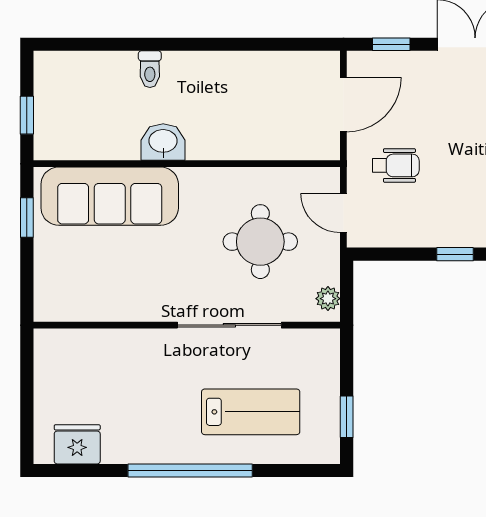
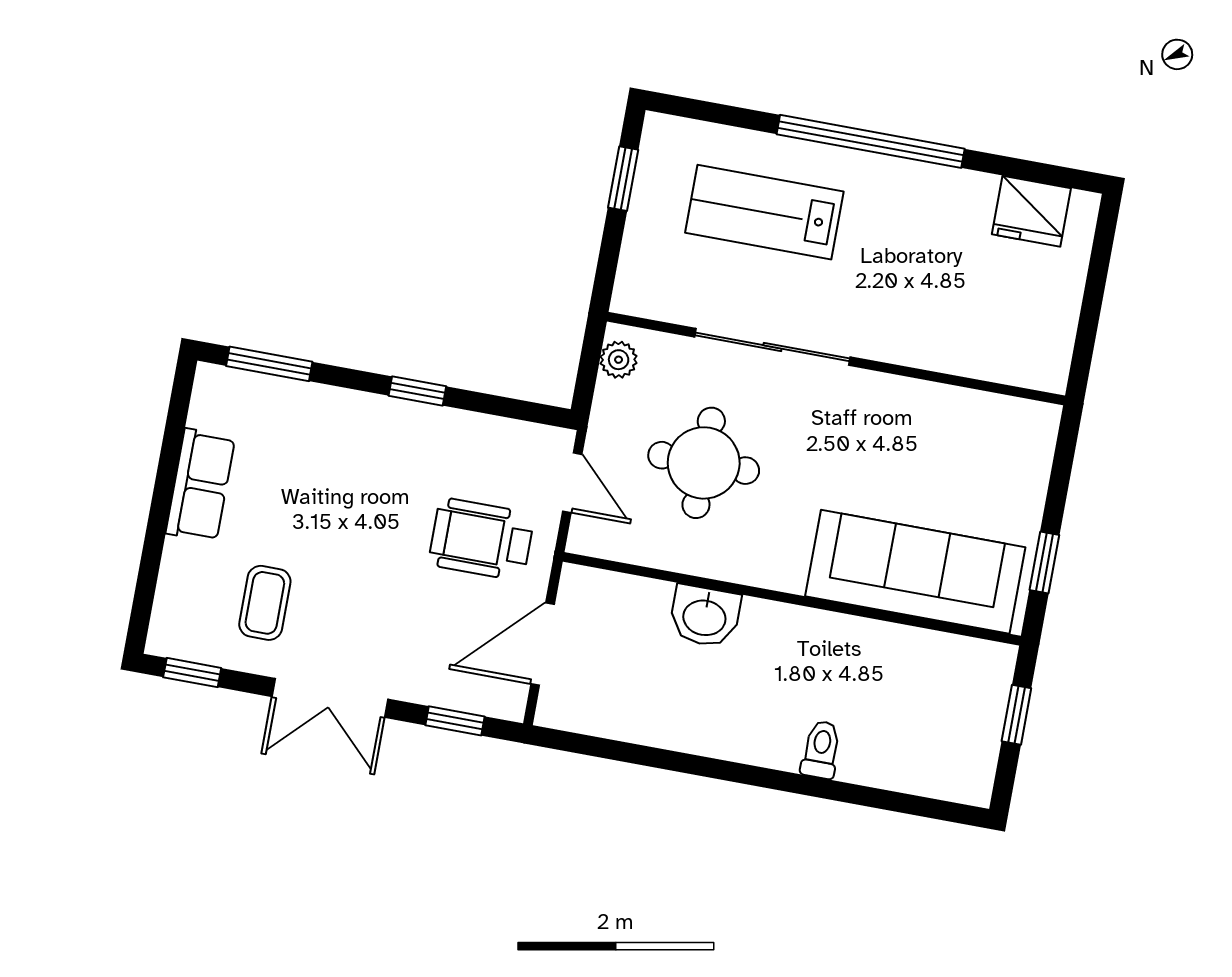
washbasin: (163, 142) -> (705, 616), moved
wheelchair: (396, 165) -> (481, 539), width x1.36, depth x1.37

